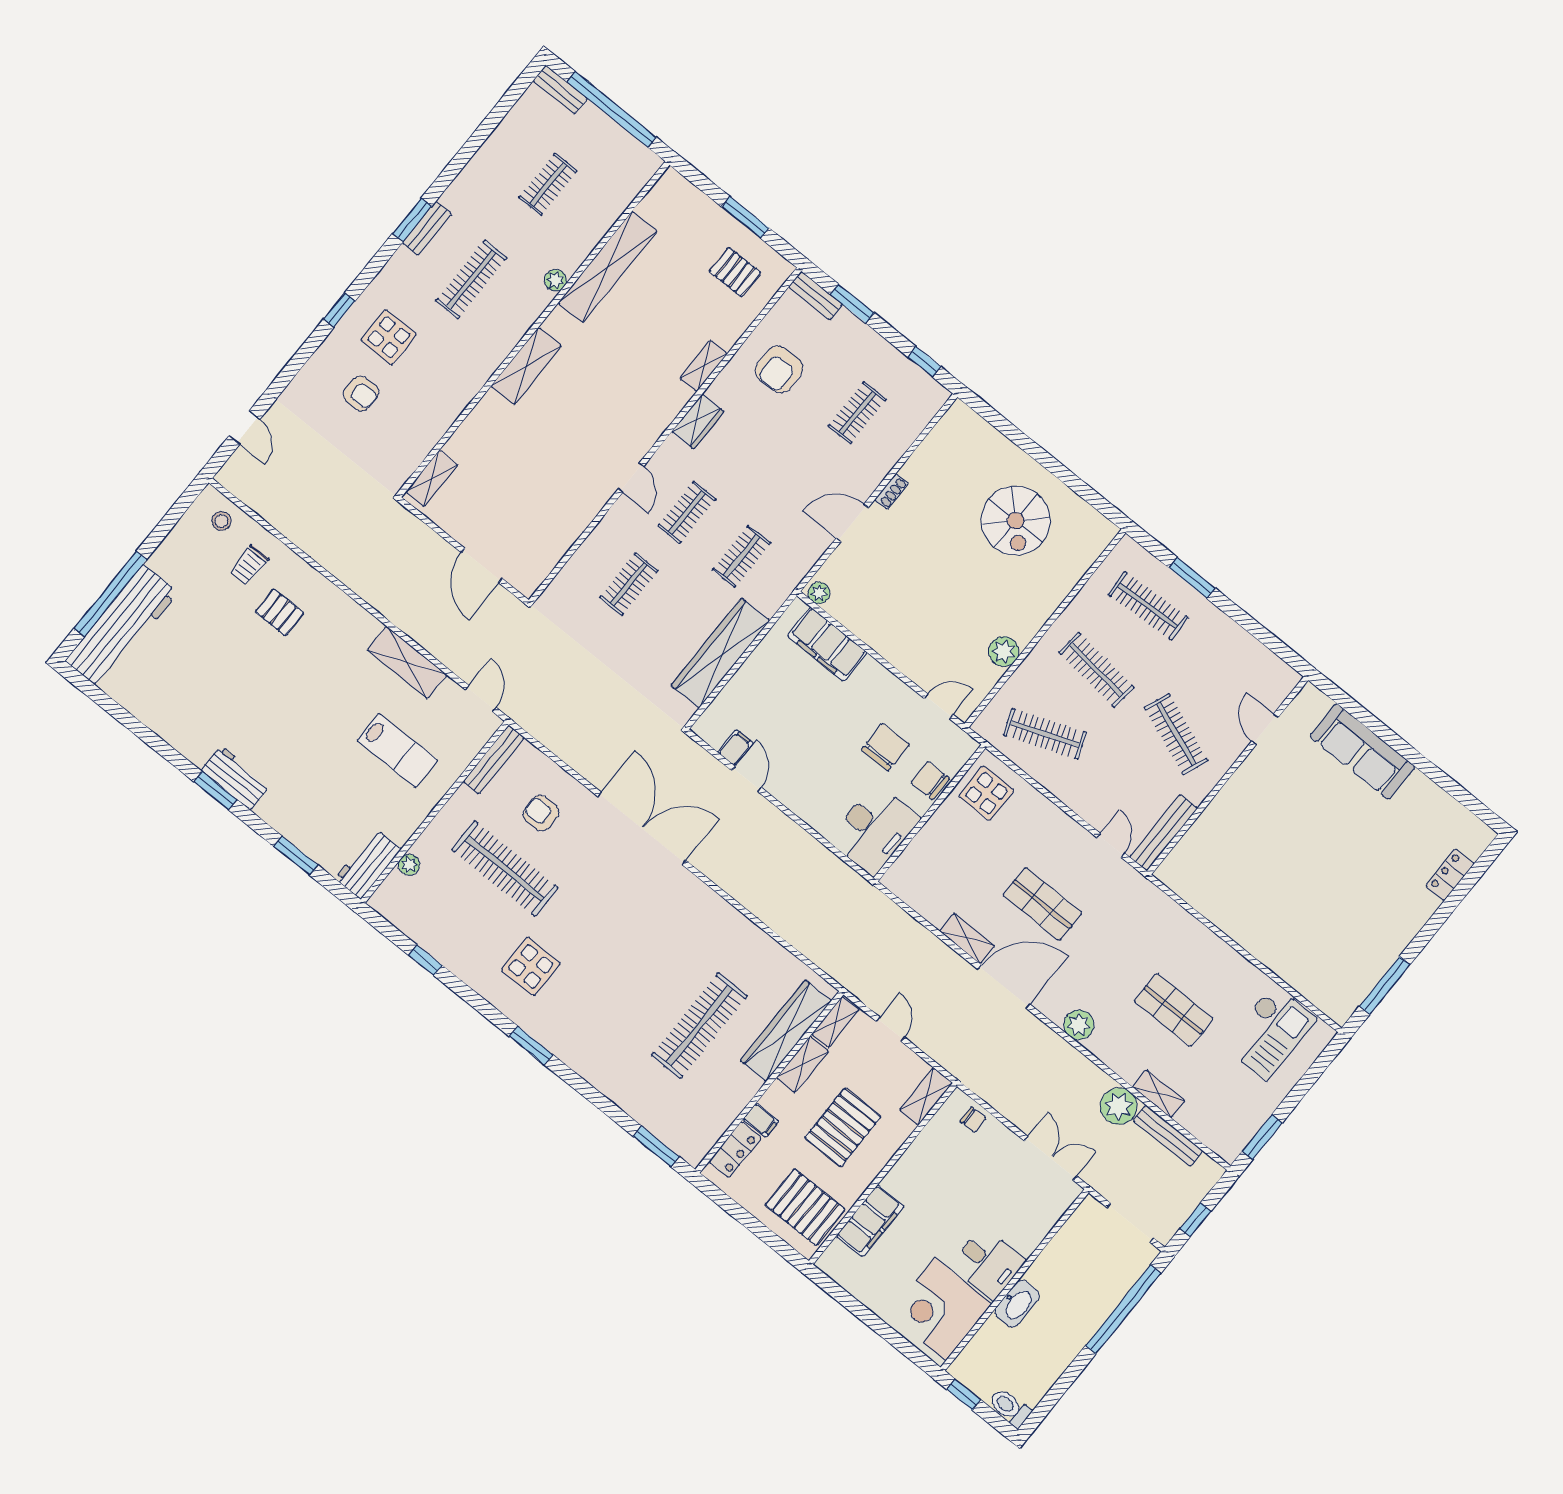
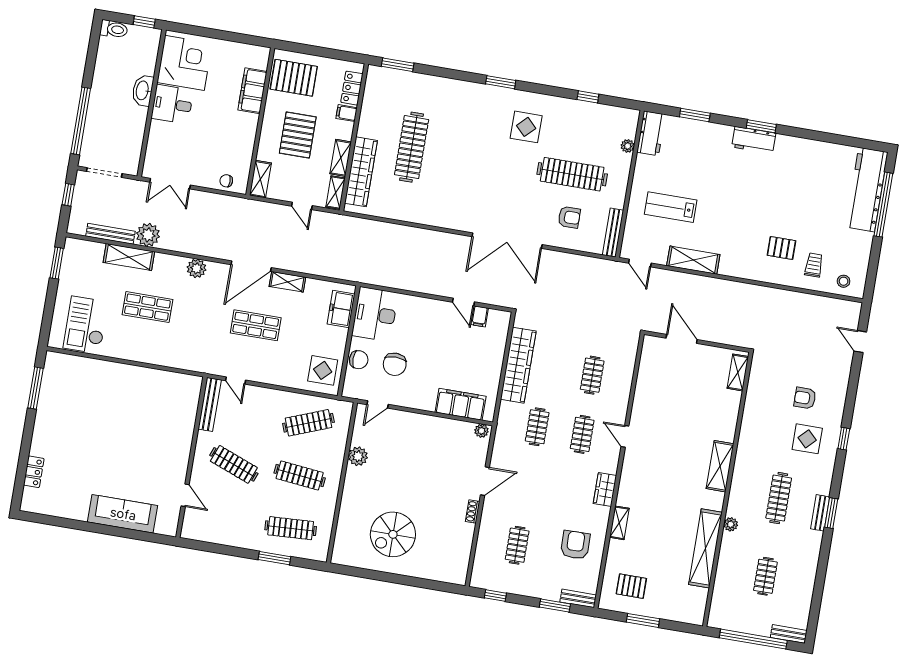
spiral stairs: (1016, 521) -> (393, 534), turned -90
freezer: (916, 862) -> (341, 309), added
shelving: (1159, 1094) -> (129, 257), width x1.50, depth x1.33

